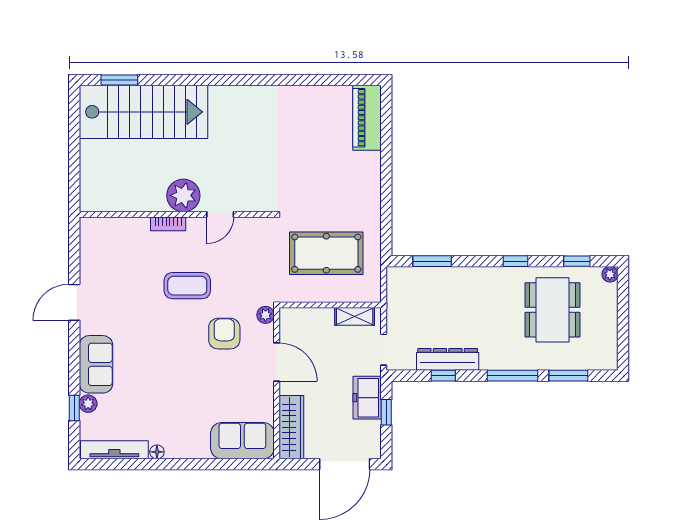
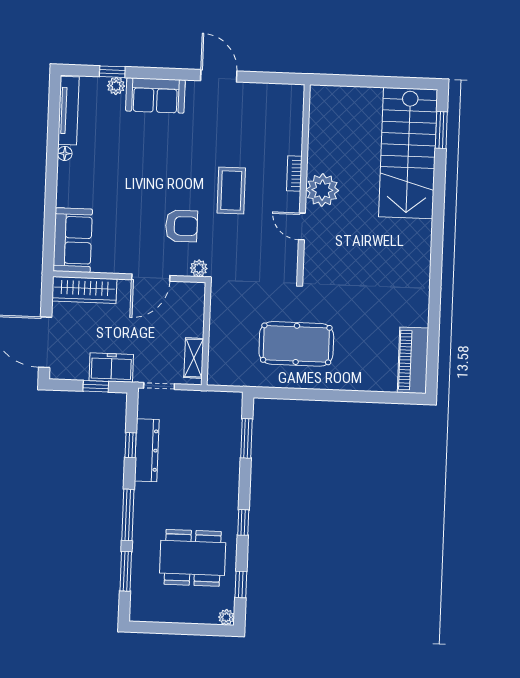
piano: (367, 118) -> (413, 360), moved, turned -90
pool table: (326, 253) -> (296, 344), moved, turned 90

